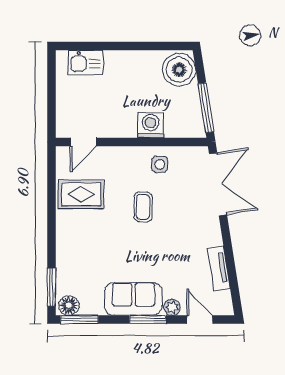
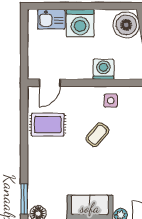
washing machine: (121, 67) -> (80, 23), added
coffee table: (143, 207) -> (97, 135), turned 40

